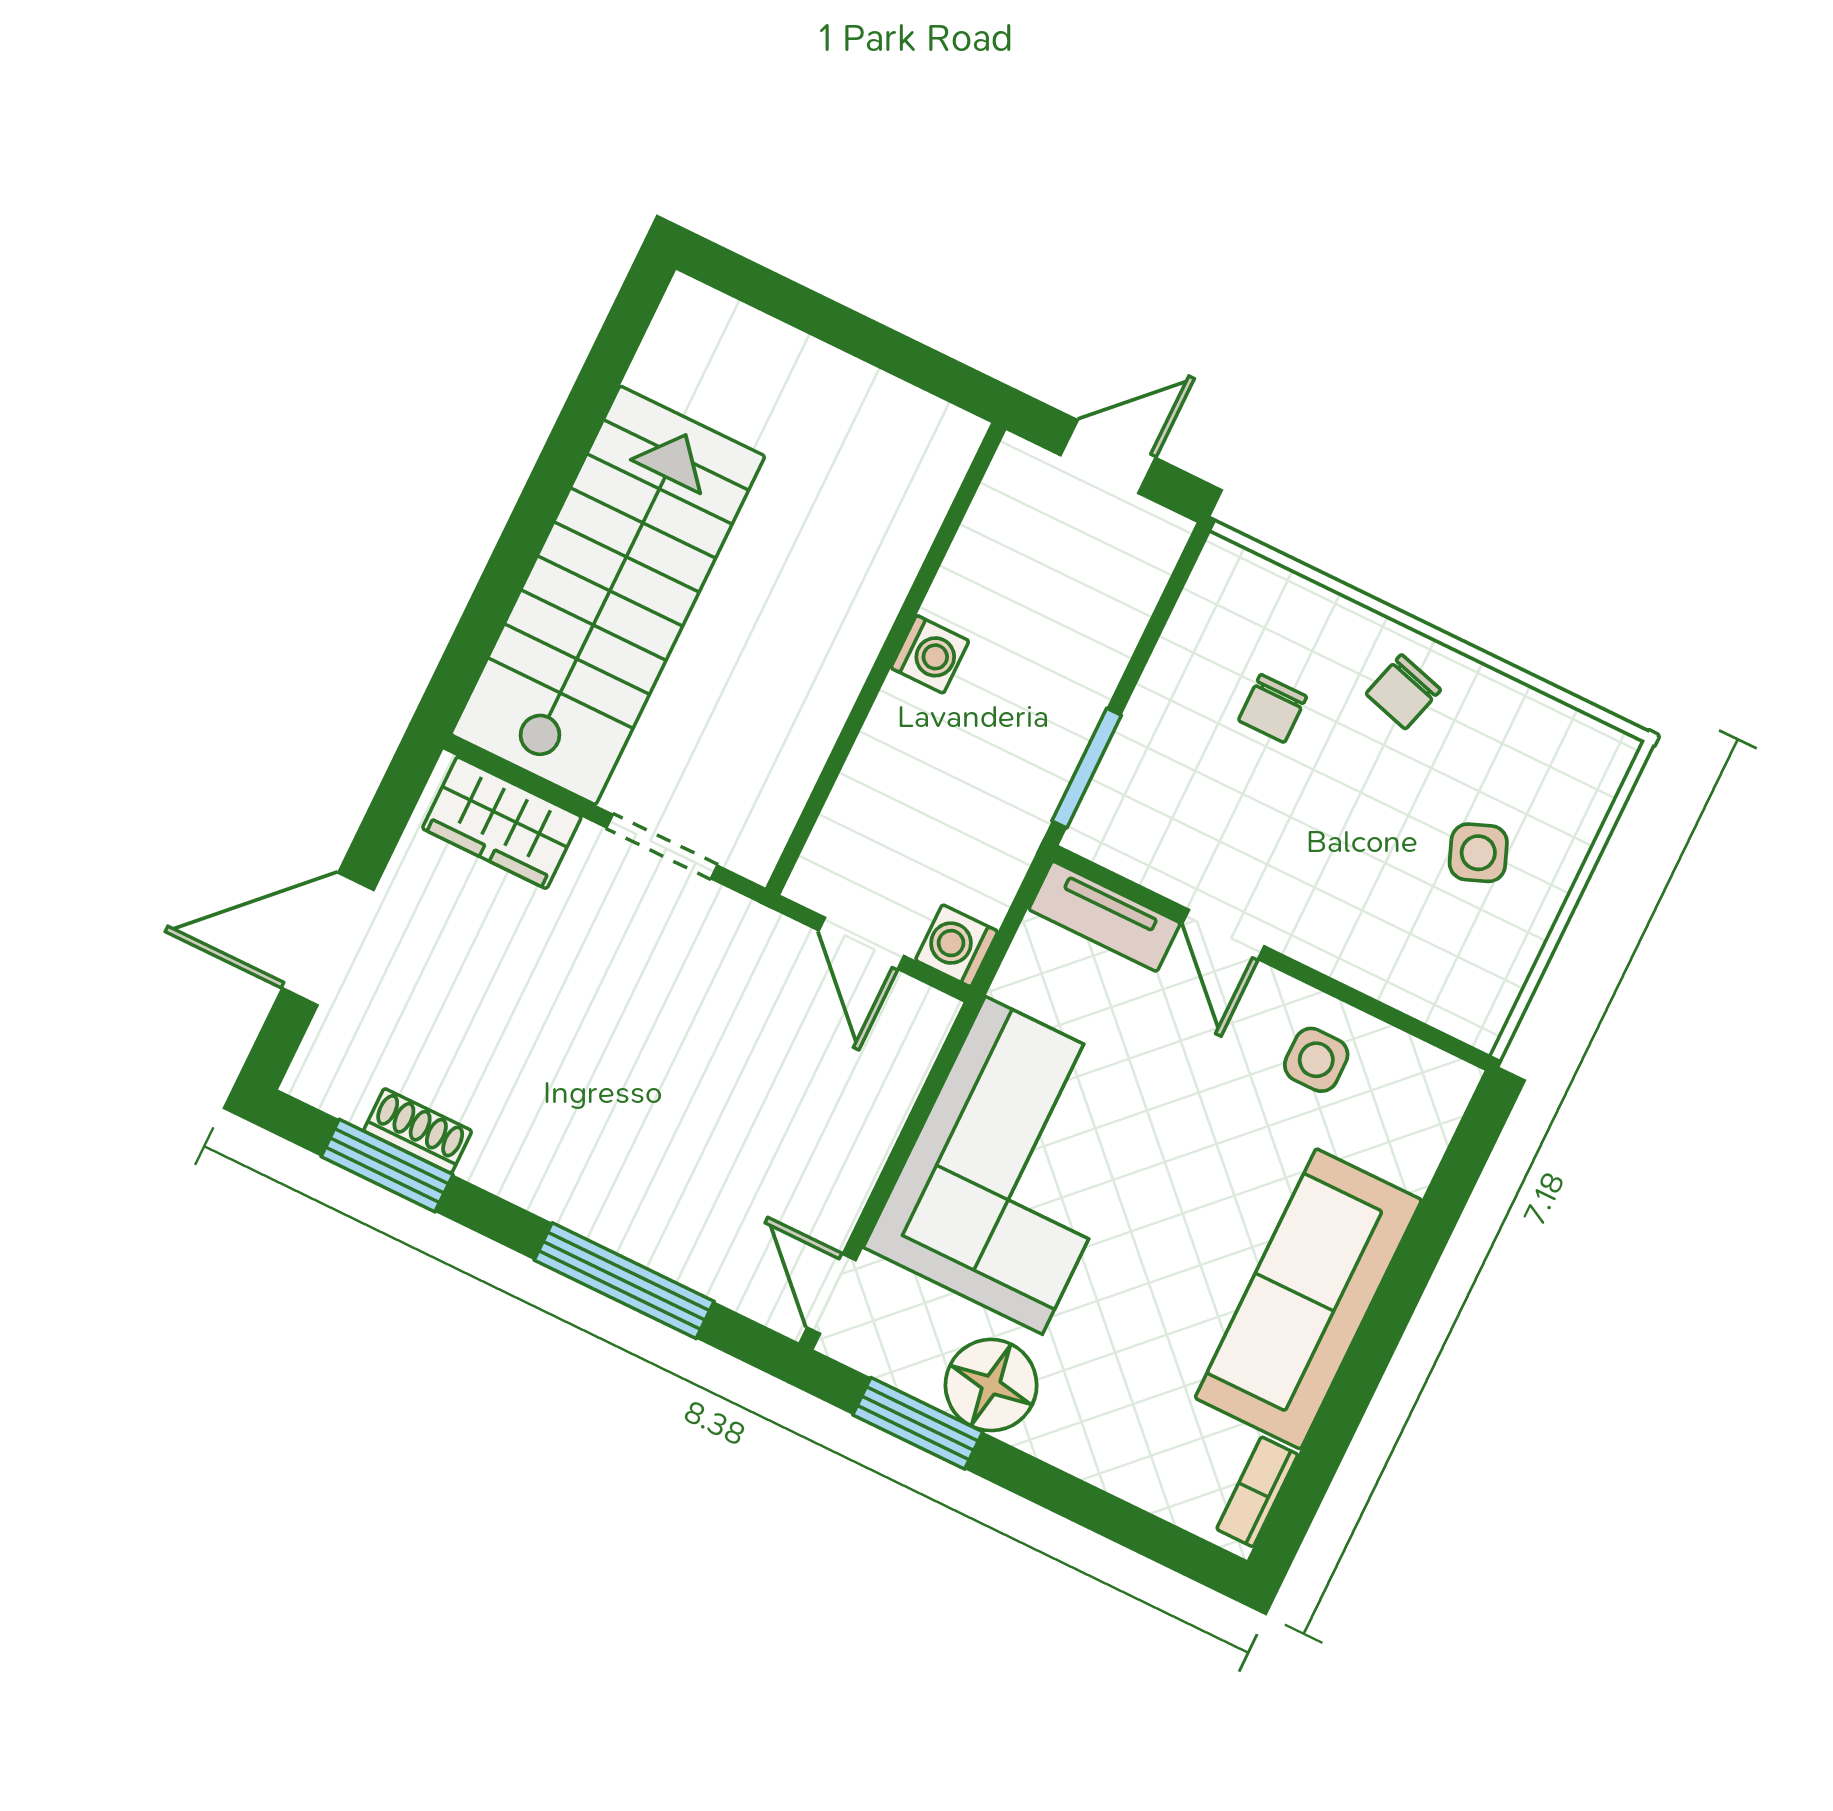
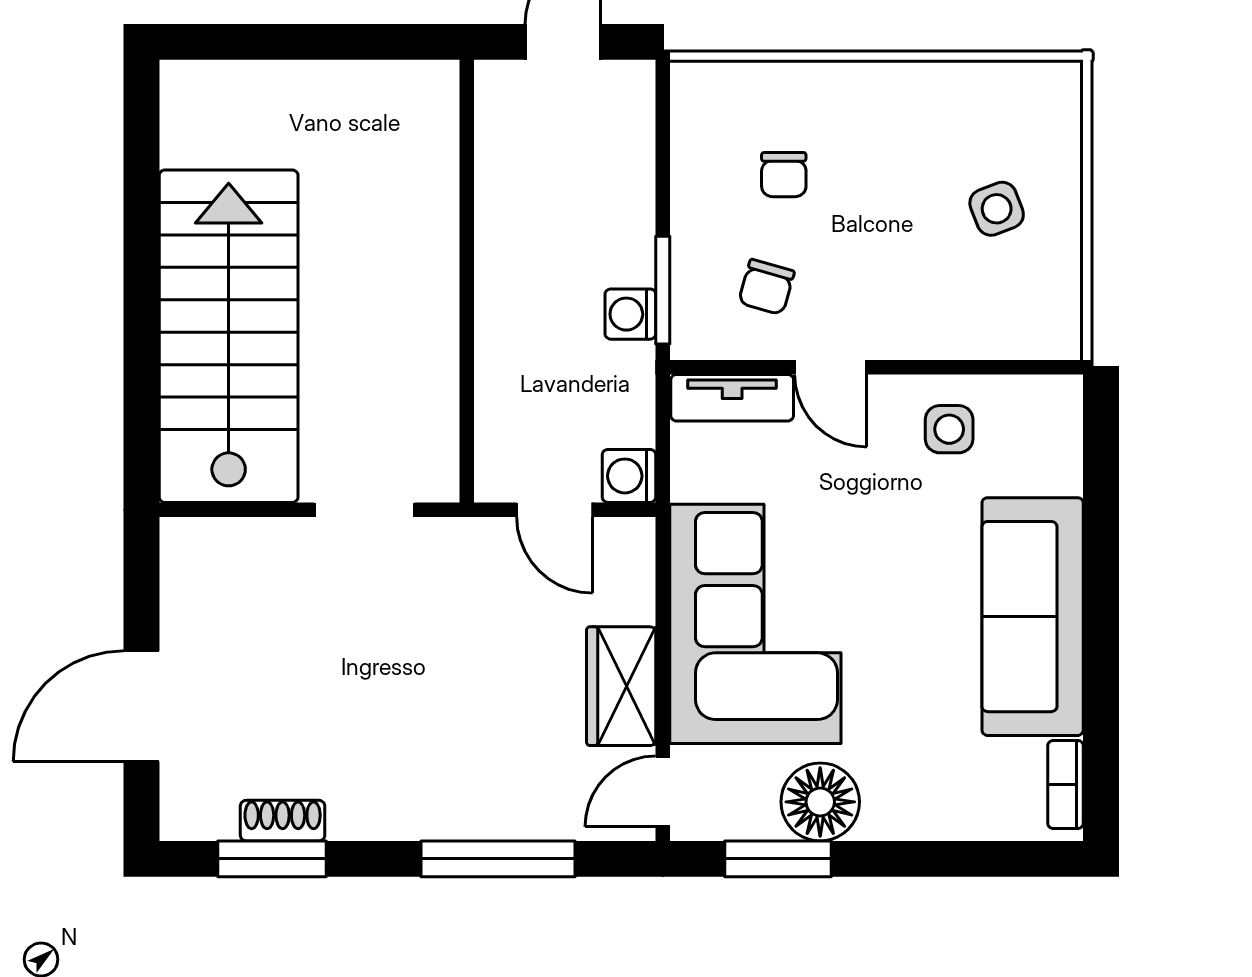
washing machine: (930, 654) -> (630, 314), moved, turned 180
chair: (1403, 692) -> (766, 287), moved
wardrobe: (502, 823) -> (621, 686), moved, turned 90
door: (831, 1294) -> (663, 791), hinge flipped

